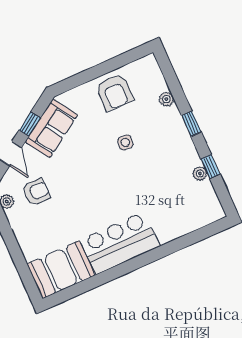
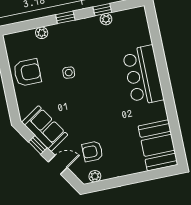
armchair: (36, 192) -> (92, 151), turned -90
bar counter: (120, 243) -> (143, 75), moved

